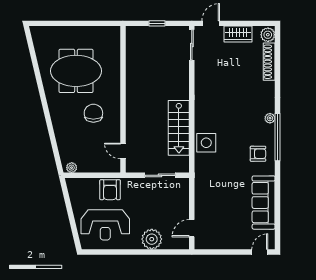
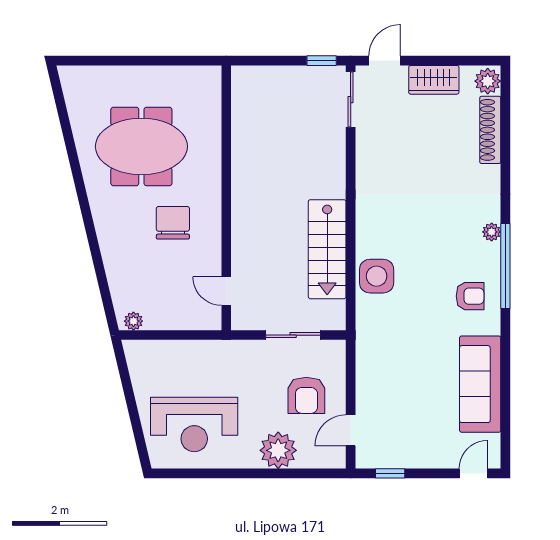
window: (157, 23) -> (322, 61), moved
armchair: (110, 190) -> (306, 395), moved
window: (214, 252) -> (390, 473), added

